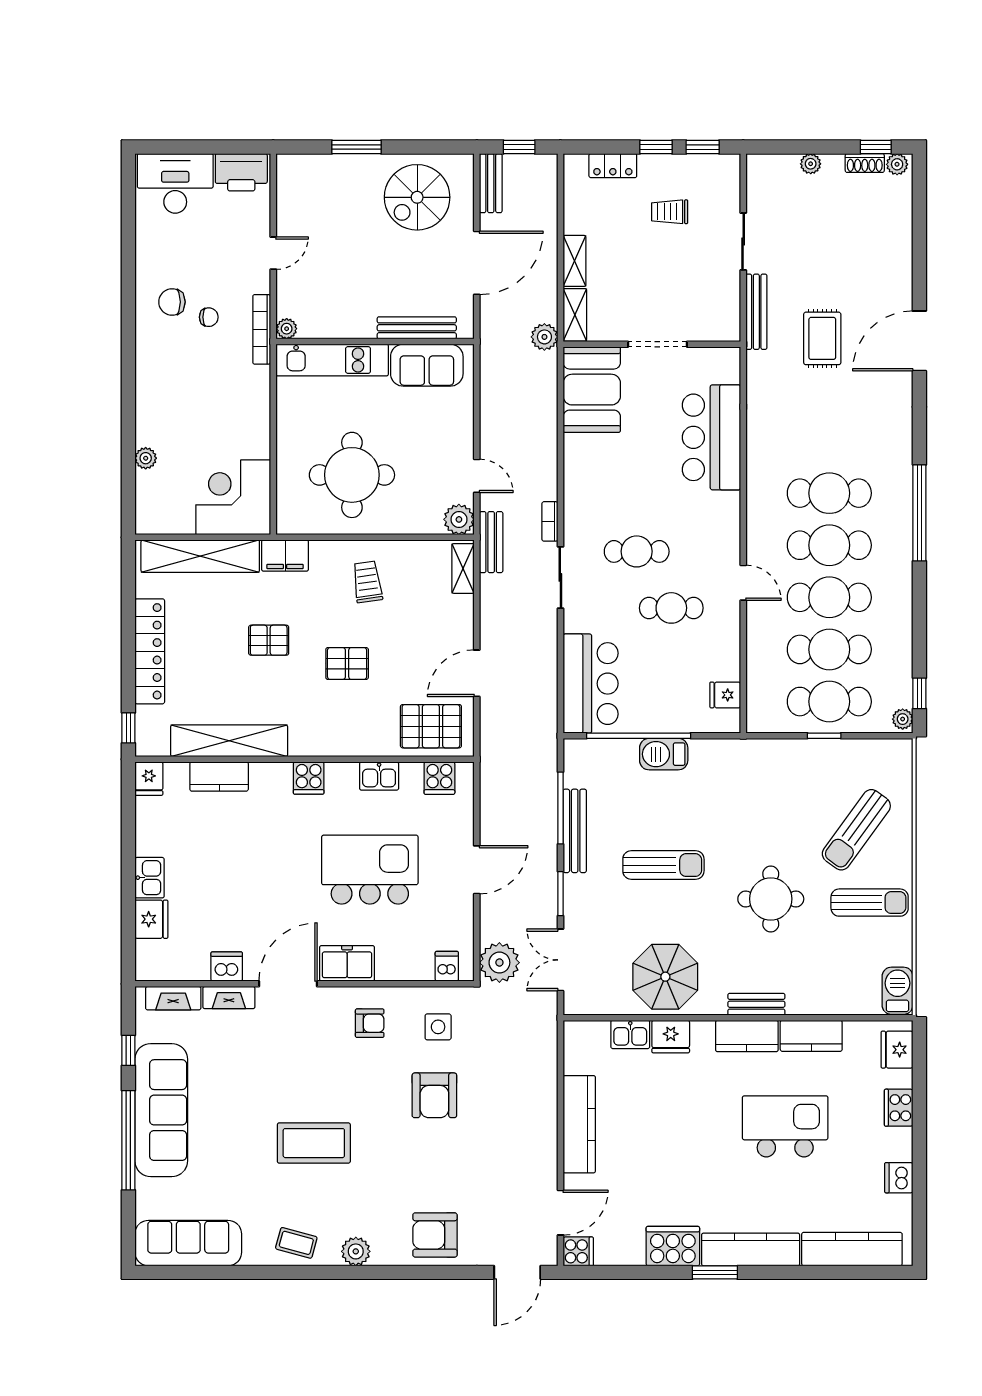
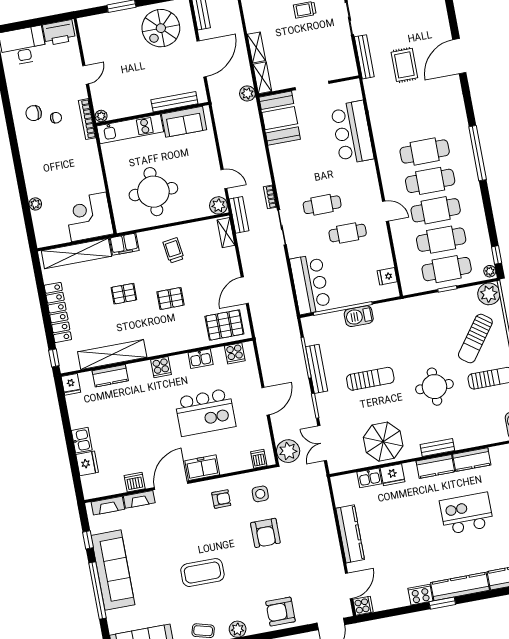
plant: (894, 758) -> (489, 294), added
kitchen island: (370, 870) -> (205, 412), turned 180
cooker: (673, 1246) -> (420, 595), width x0.73, depth x0.76

